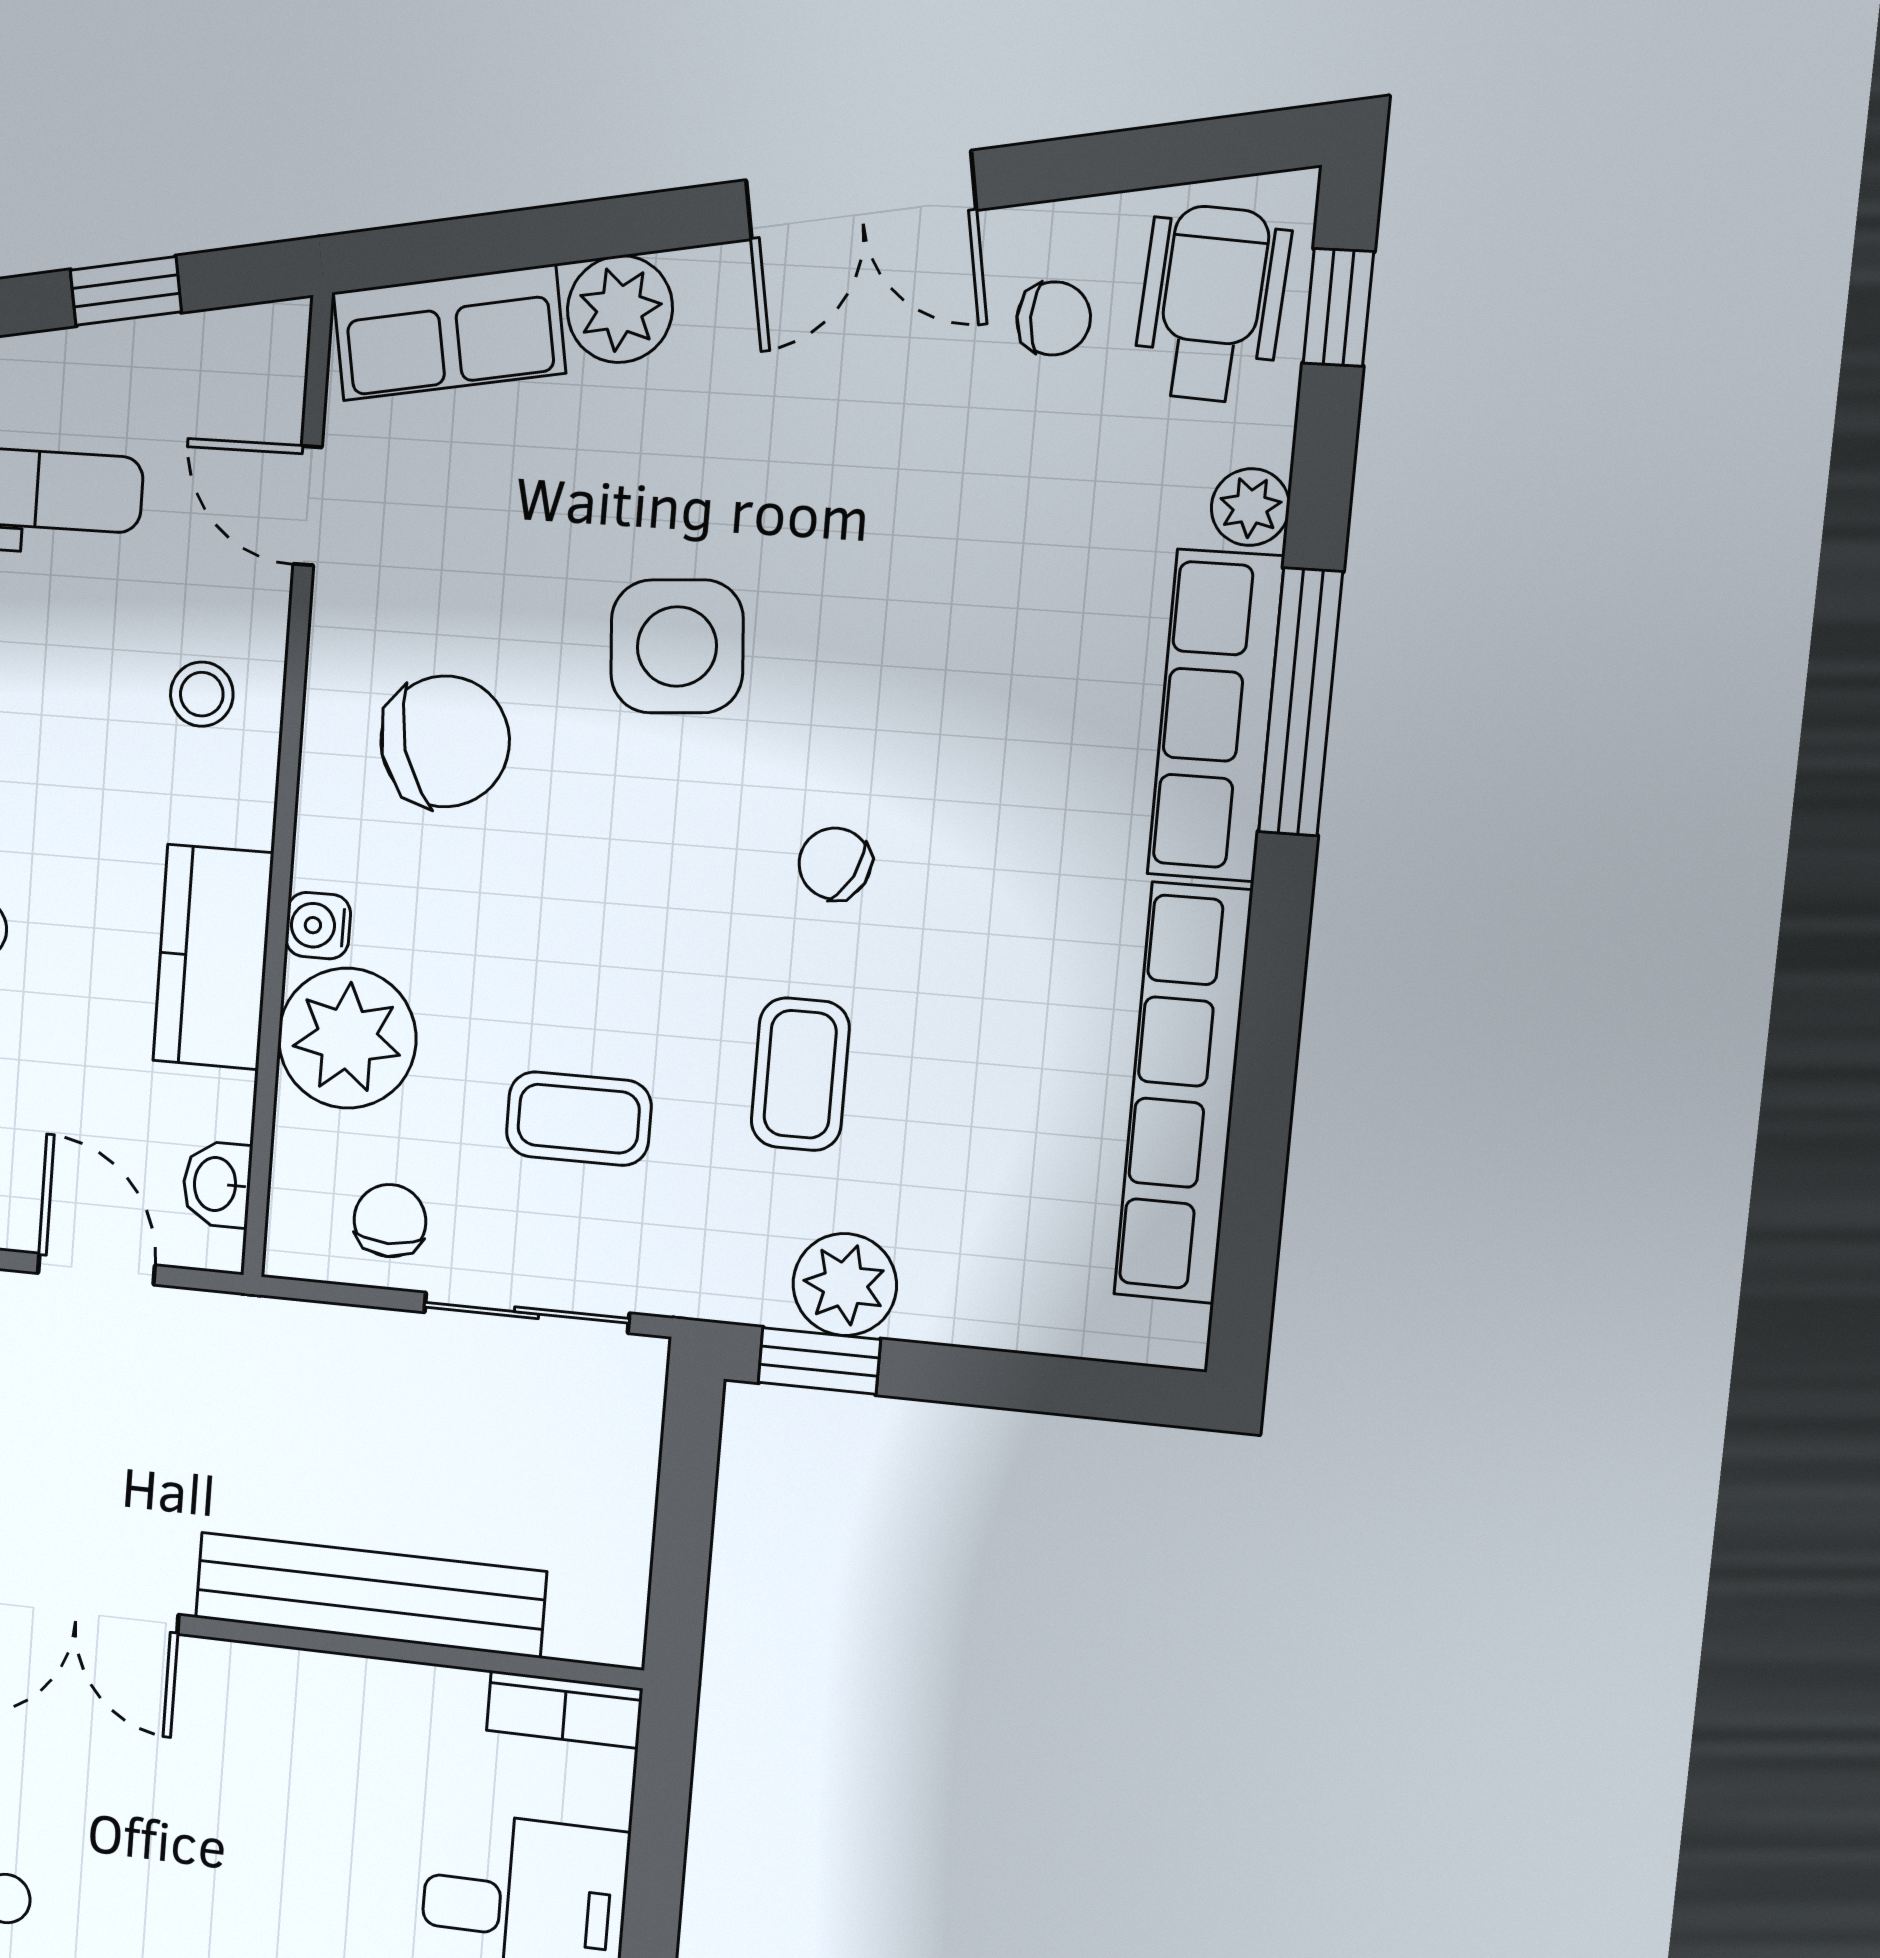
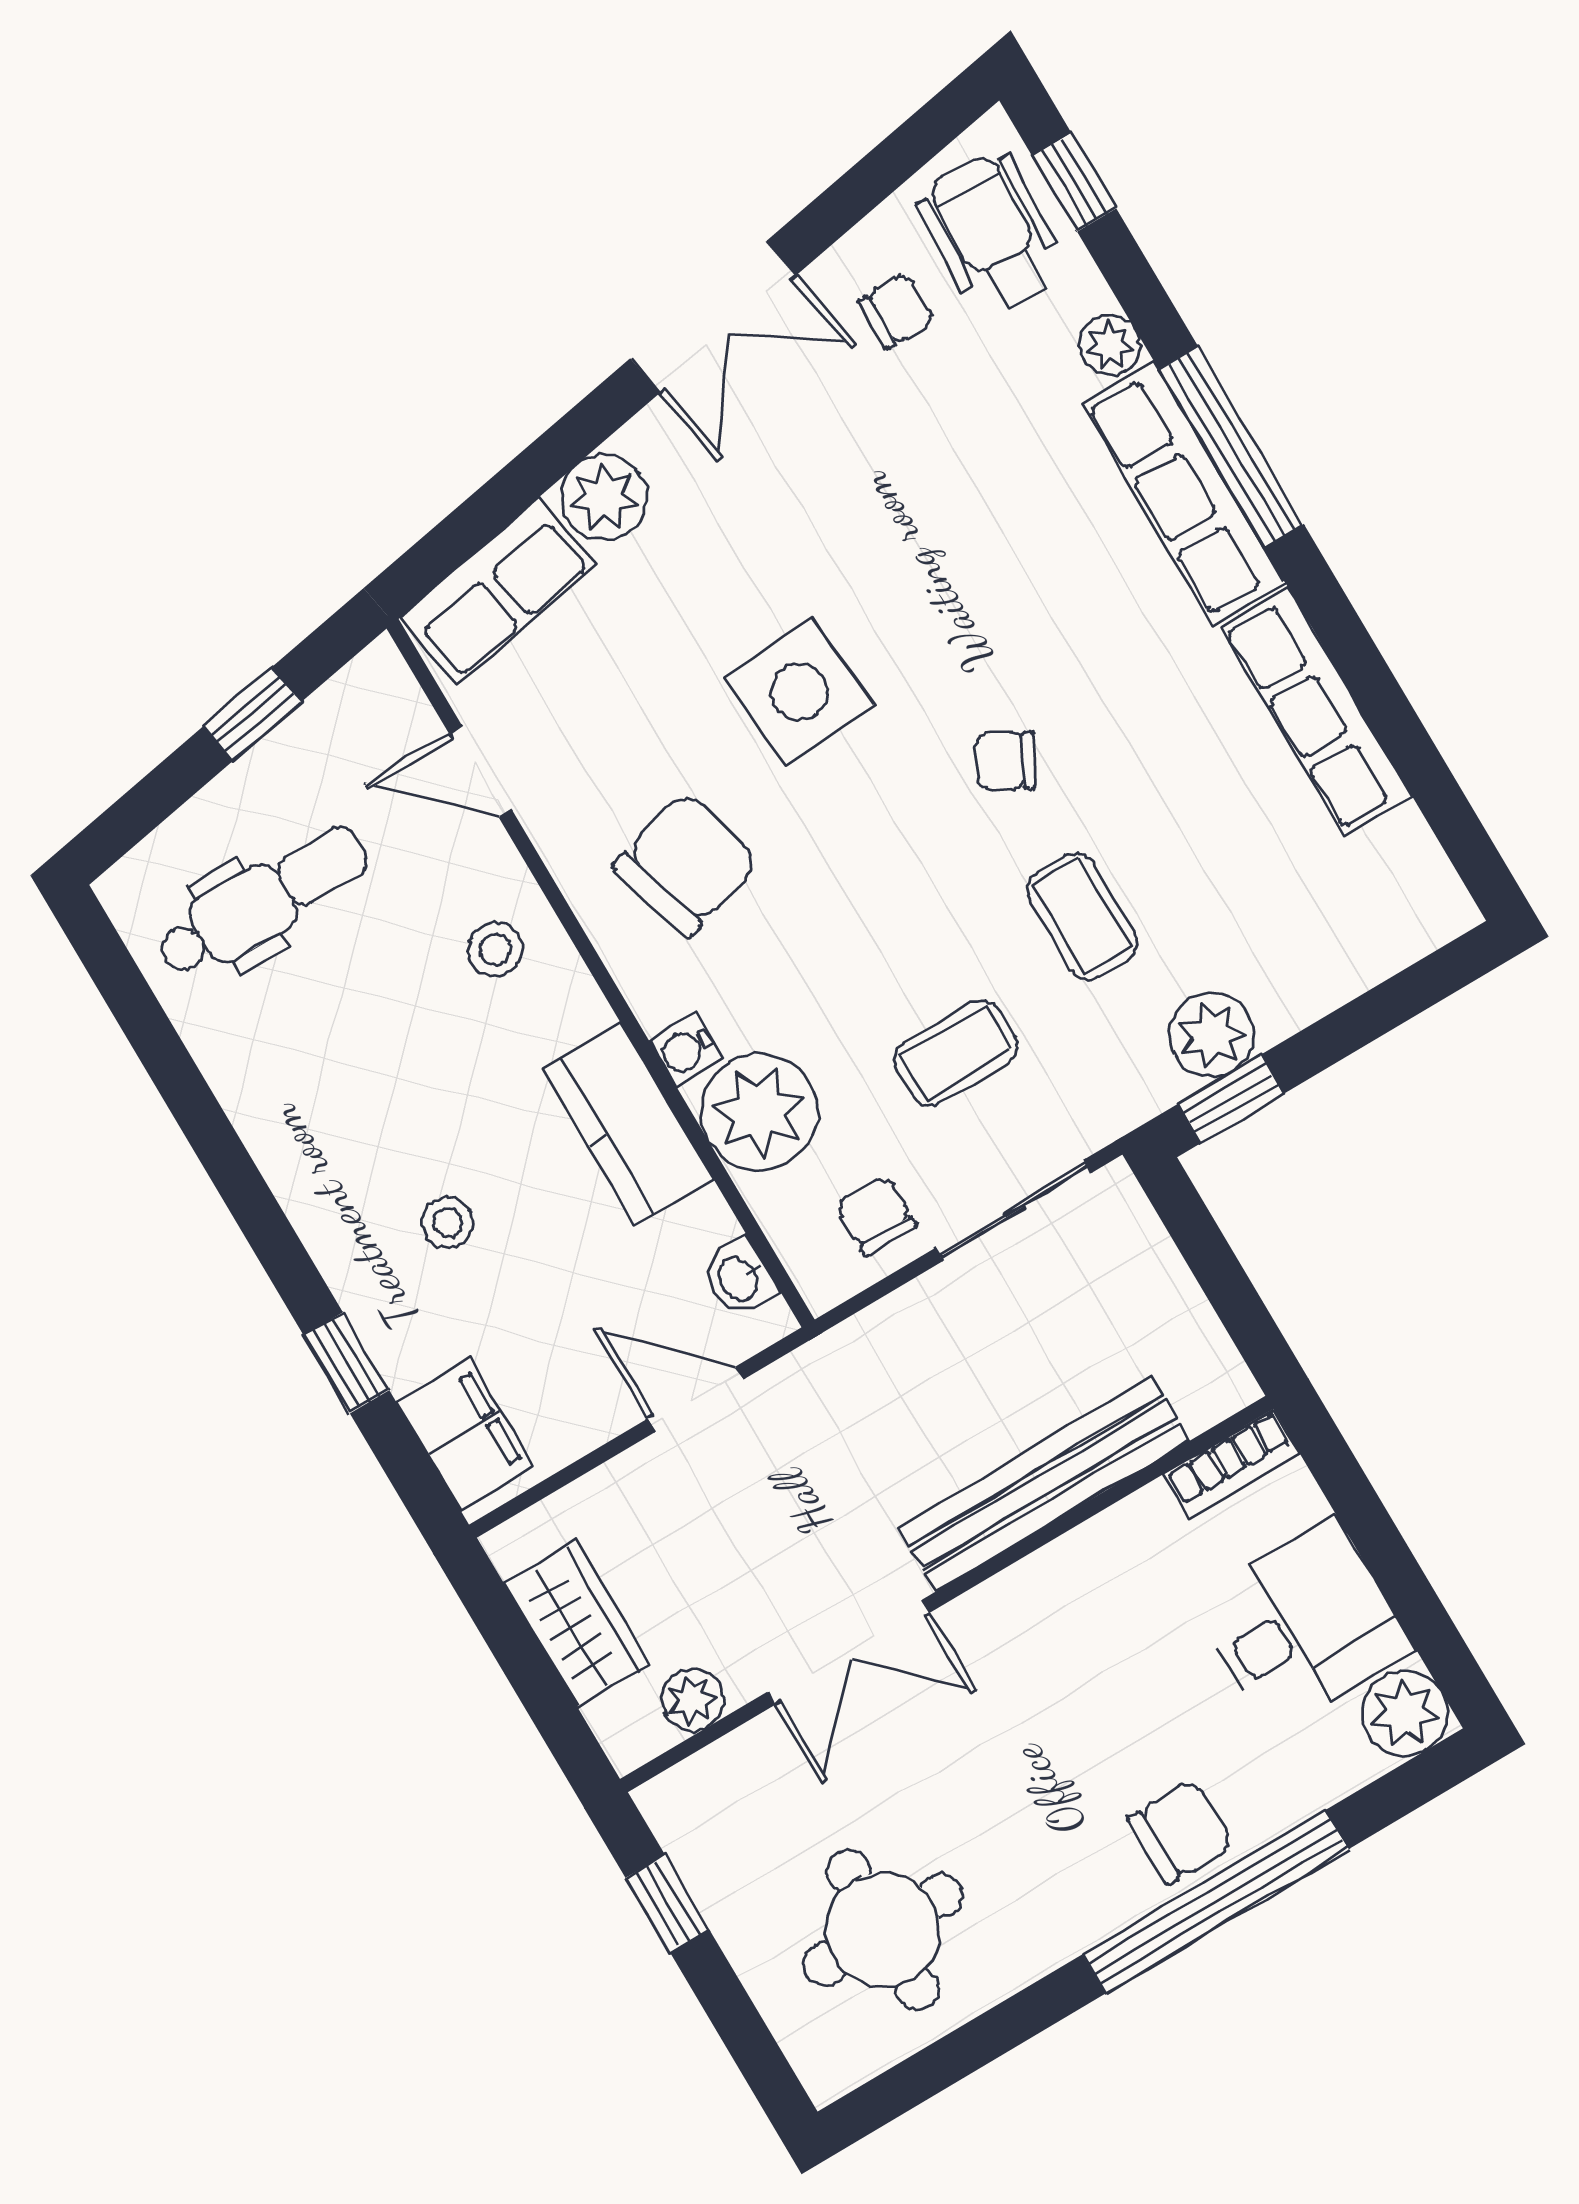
row of seats: (1183, 1093) -> (1316, 712), width x0.73

